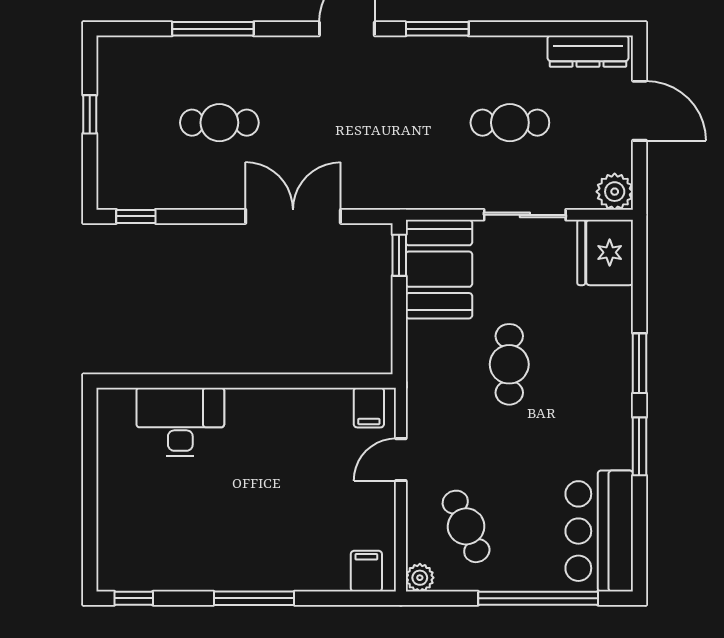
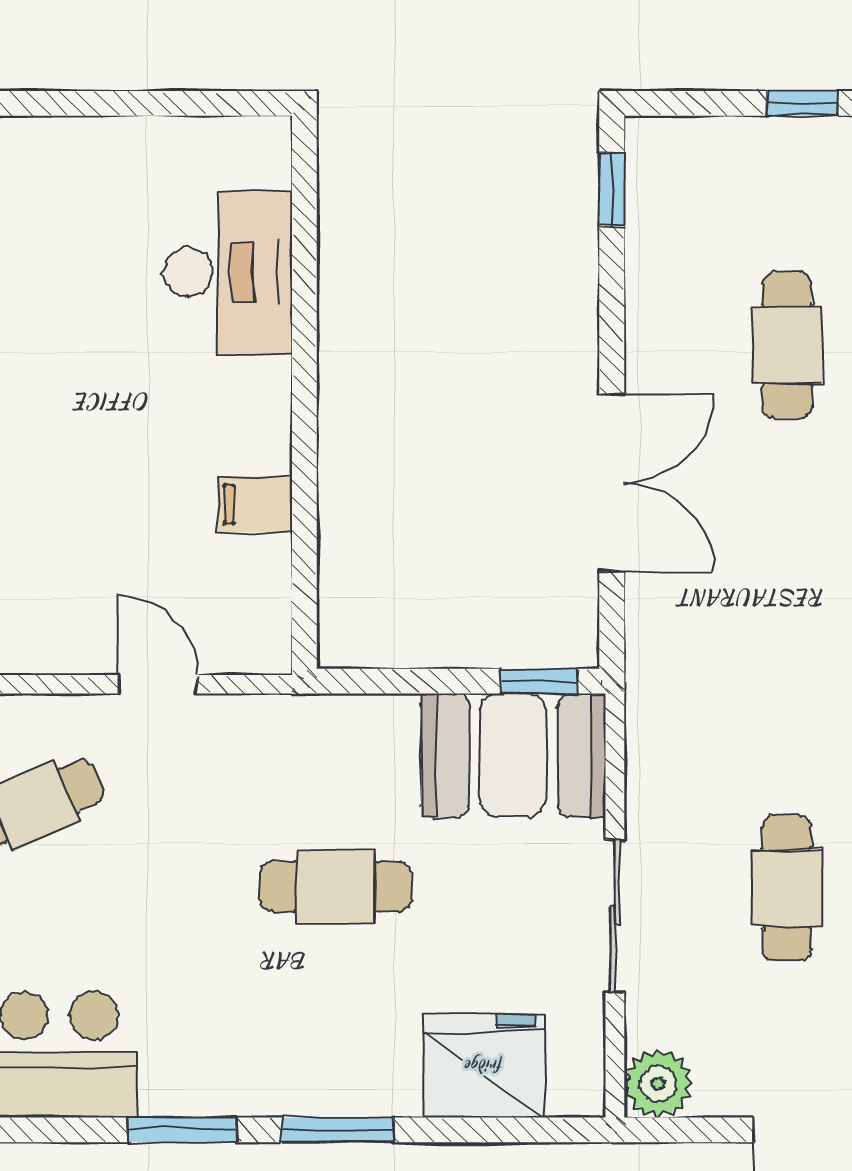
fridge: (605, 252) -> (484, 1066), moved
filing cabinet: (369, 408) -> (255, 504), moved

